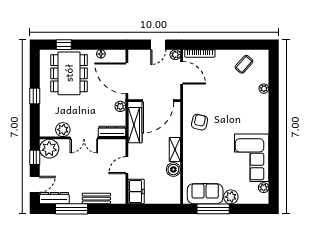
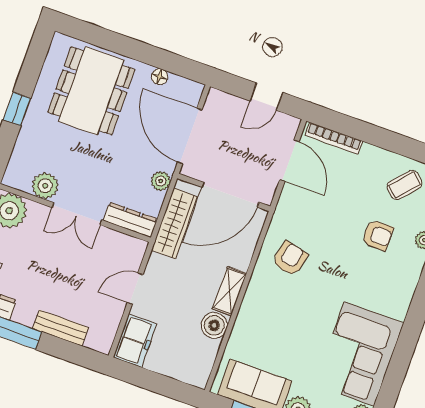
window: (64, 45) -> (100, 37), removed
plant: (175, 55) -> (290, 125), removed
armchair: (239, 94) -> (378, 235), added

